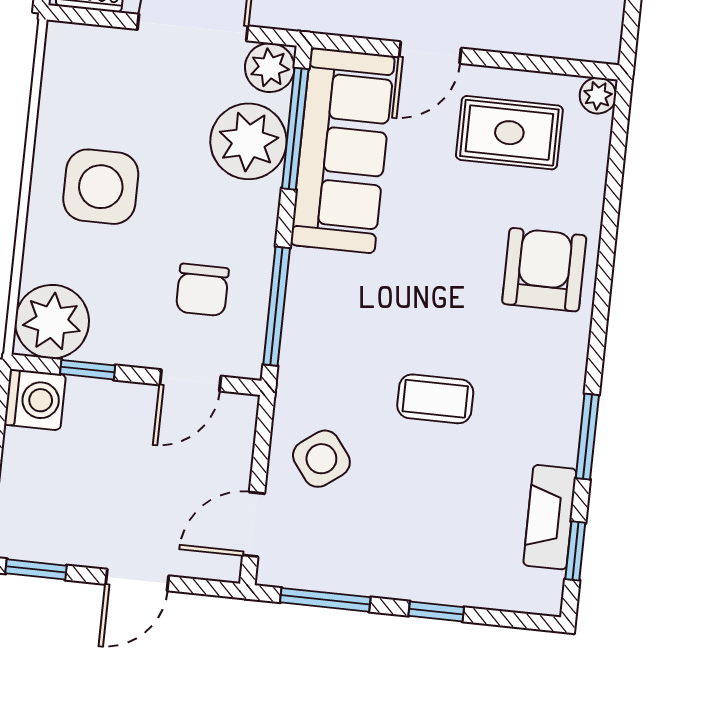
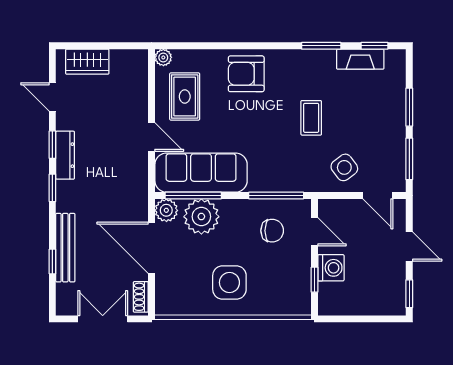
plant: (52, 322) -> (294, 298), removed
washing machine: (35, 400) -> (331, 268), moved, turned 90
window: (436, 612) -> (409, 107), width x1.50

